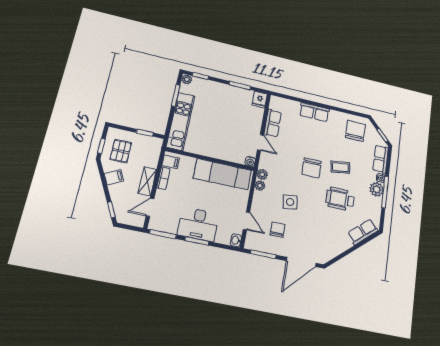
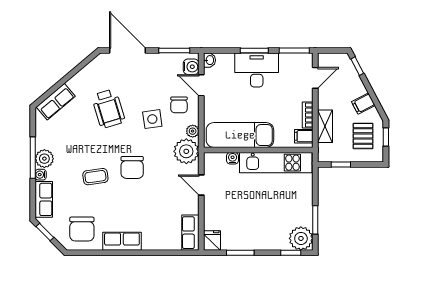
plant: (187, 79) -> (301, 238), width x1.88, depth x1.88
row of seats: (314, 112) -> (122, 241), moved
kitchen unit: (181, 121) -> (276, 163), moved, turned -90
row of seats: (273, 123) -> (190, 233), moved
water cooler: (250, 161) -> (233, 158), moved
chair: (312, 168) -> (132, 167), turned 180
plant: (262, 174) -> (186, 151), width x1.87, depth x1.87
shelving: (147, 181) -> (325, 126), moved
wheelchair: (340, 199) -> (108, 109), moved, turned 73
chair: (278, 230) -> (179, 105), moved
water cooler: (252, 238) -> (191, 67), added
door: (301, 262) -> (127, 50), hinge flipped

